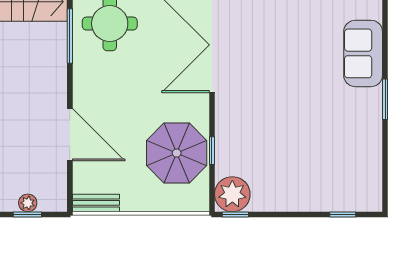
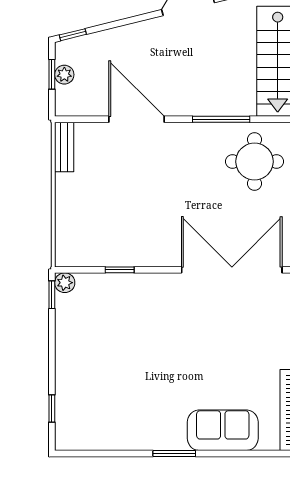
window: (70, 36) -> (221, 119), moved
door: (70, 135) -> (137, 119), swing flipped
parasol: (177, 153) -> (117, 232), removed
plant: (232, 194) -> (65, 283), width x0.53, depth x0.53

